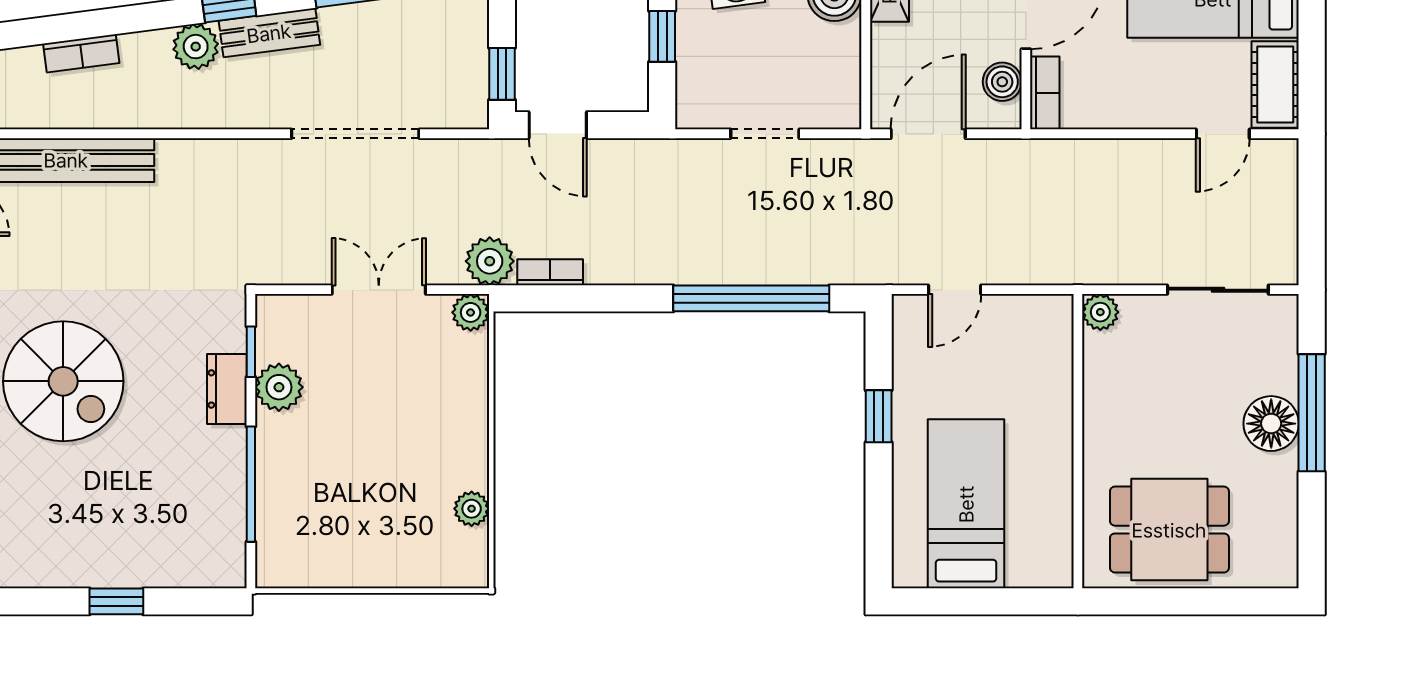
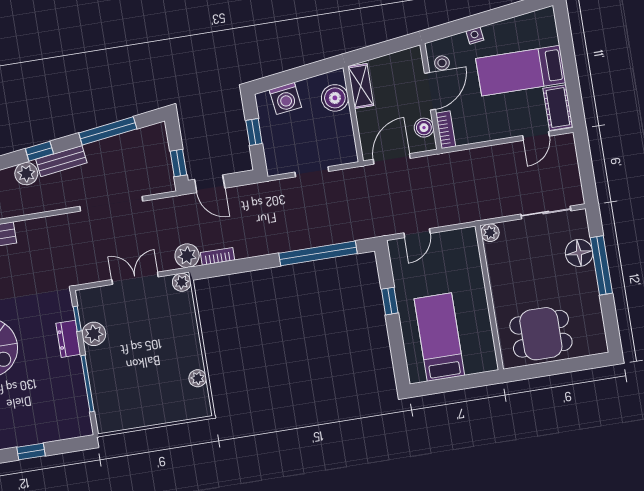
floor lamp: (1271, 424) -> (579, 253), moved

